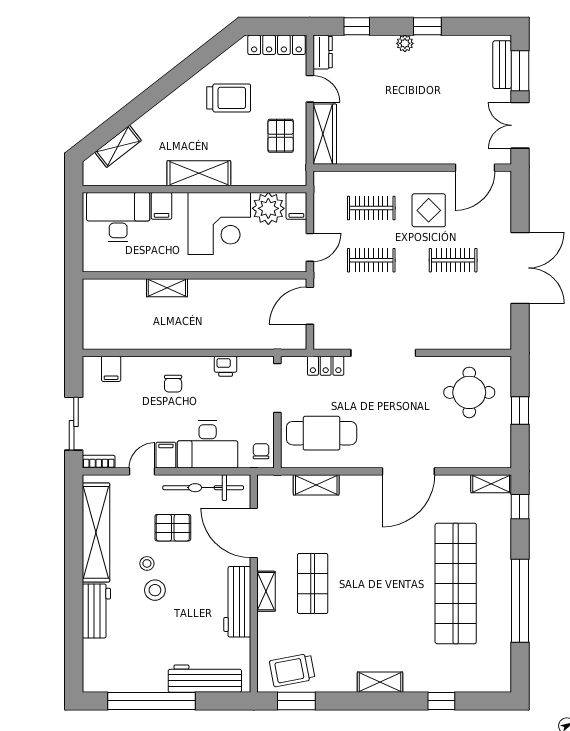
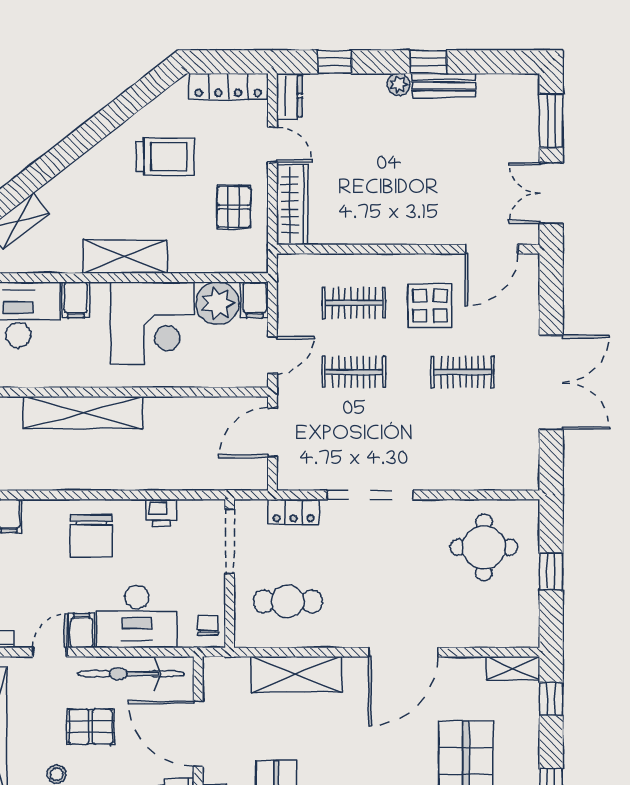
bench: (502, 65) -> (444, 85), moved, turned 90
shelving: (167, 288) -> (83, 413), width x2.20, depth x1.33
chair: (173, 384) -> (91, 536), width x1.87, depth x1.87
cafe table: (322, 433) -> (288, 601), width x0.73, depth x0.74
shelving: (316, 485) -> (296, 674), width x1.50, depth x1.33

